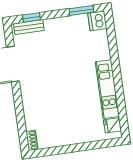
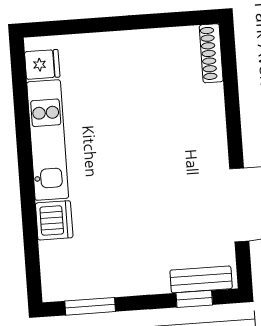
dishwasher: (97, 21) -> (54, 220), moved
shoe rack: (32, 140) -> (211, 53), width x1.43

